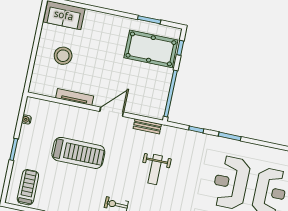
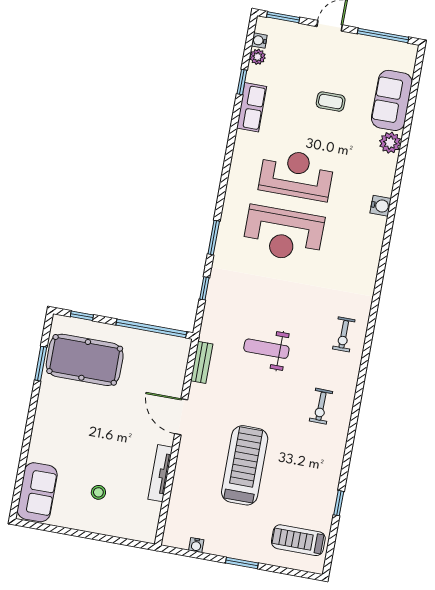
pool table: (151, 49) -> (85, 360), turned 90
stool: (63, 56) -> (98, 492), width x0.53, depth x0.53
weight bench: (155, 169) -> (266, 349), turned 180

